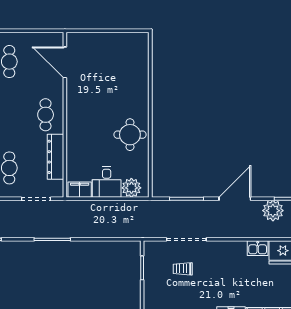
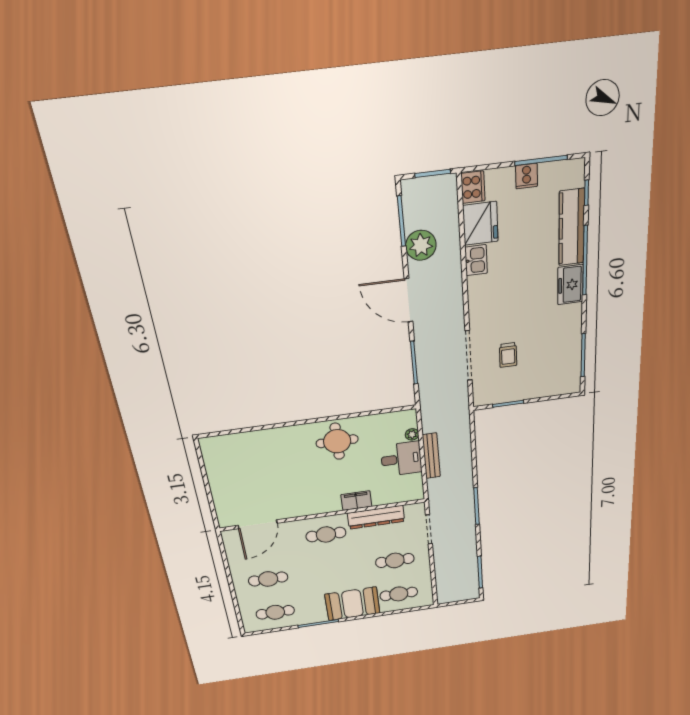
plant: (131, 188) -> (412, 434), width x0.53, depth x0.53
filing cabinet: (80, 190) -> (356, 501), moved, turned 90
bench: (106, 206) -> (431, 456), added

